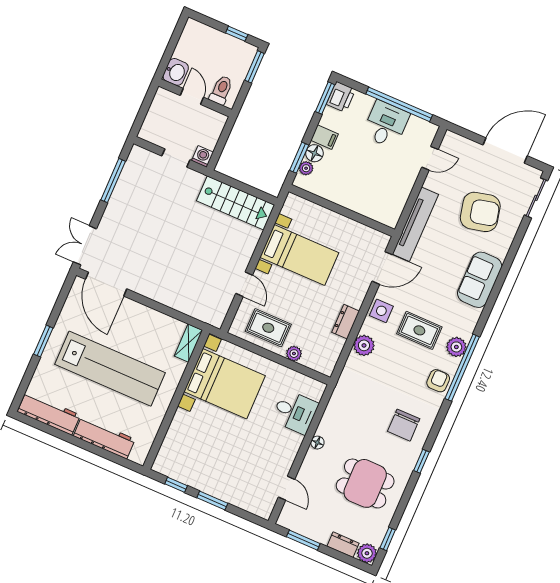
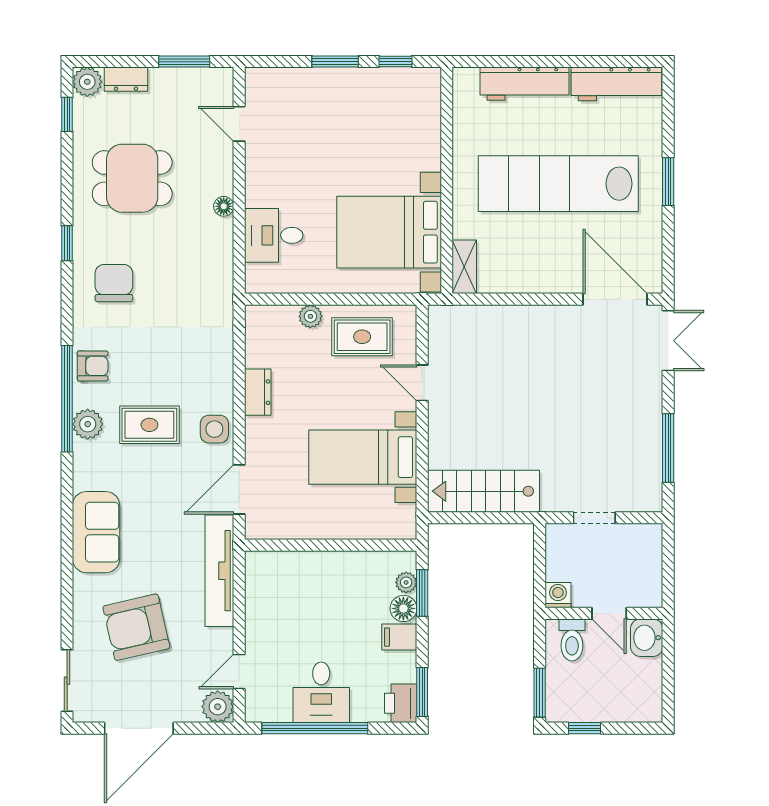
washing machine: (202, 156) -> (558, 595), moved, turned 180
plant: (364, 345) -> (218, 707), moved
armchair: (438, 381) -> (93, 366), turned -90

